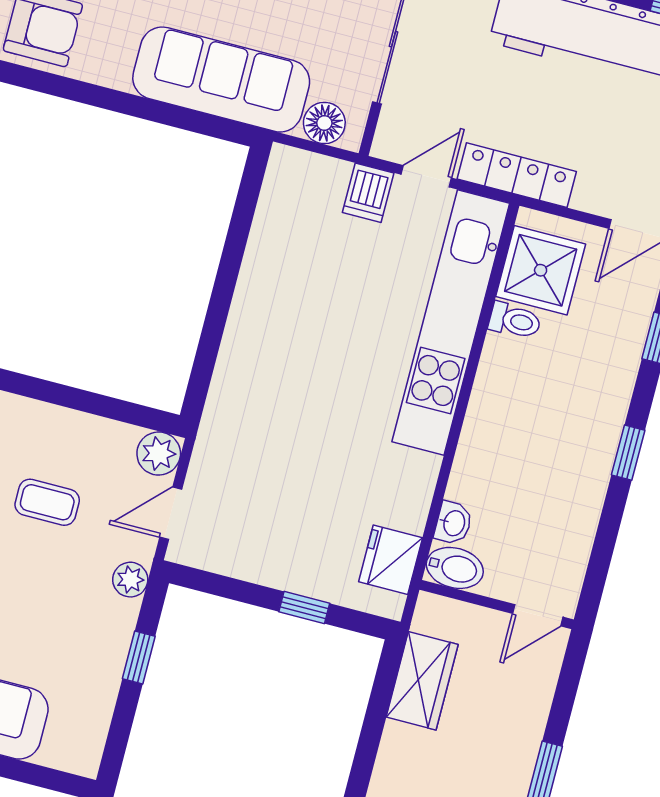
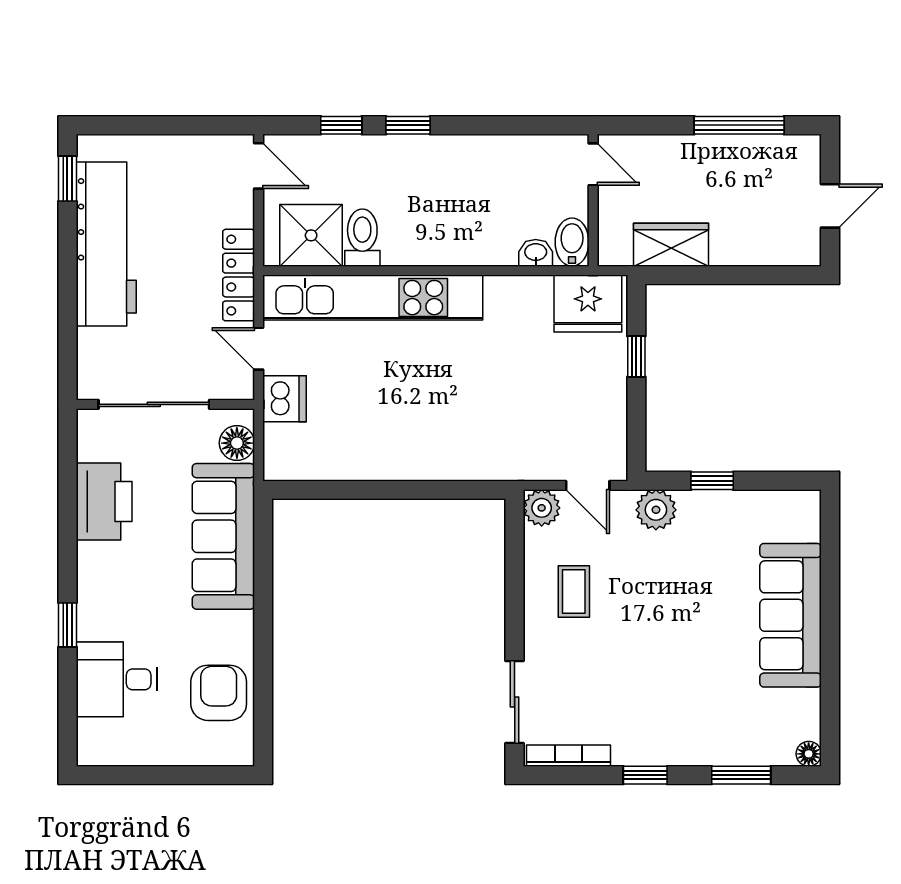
dishwasher: (368, 193) -> (285, 399), width x1.38
toilet: (515, 321) -> (362, 238), width x1.37, depth x1.39
window: (628, 453) -> (408, 125), moved
coffee table: (47, 502) -> (574, 592), moved
fridge: (391, 560) -> (588, 303), width x1.36, depth x1.34
plant: (130, 580) -> (656, 510), width x1.38, depth x1.38

